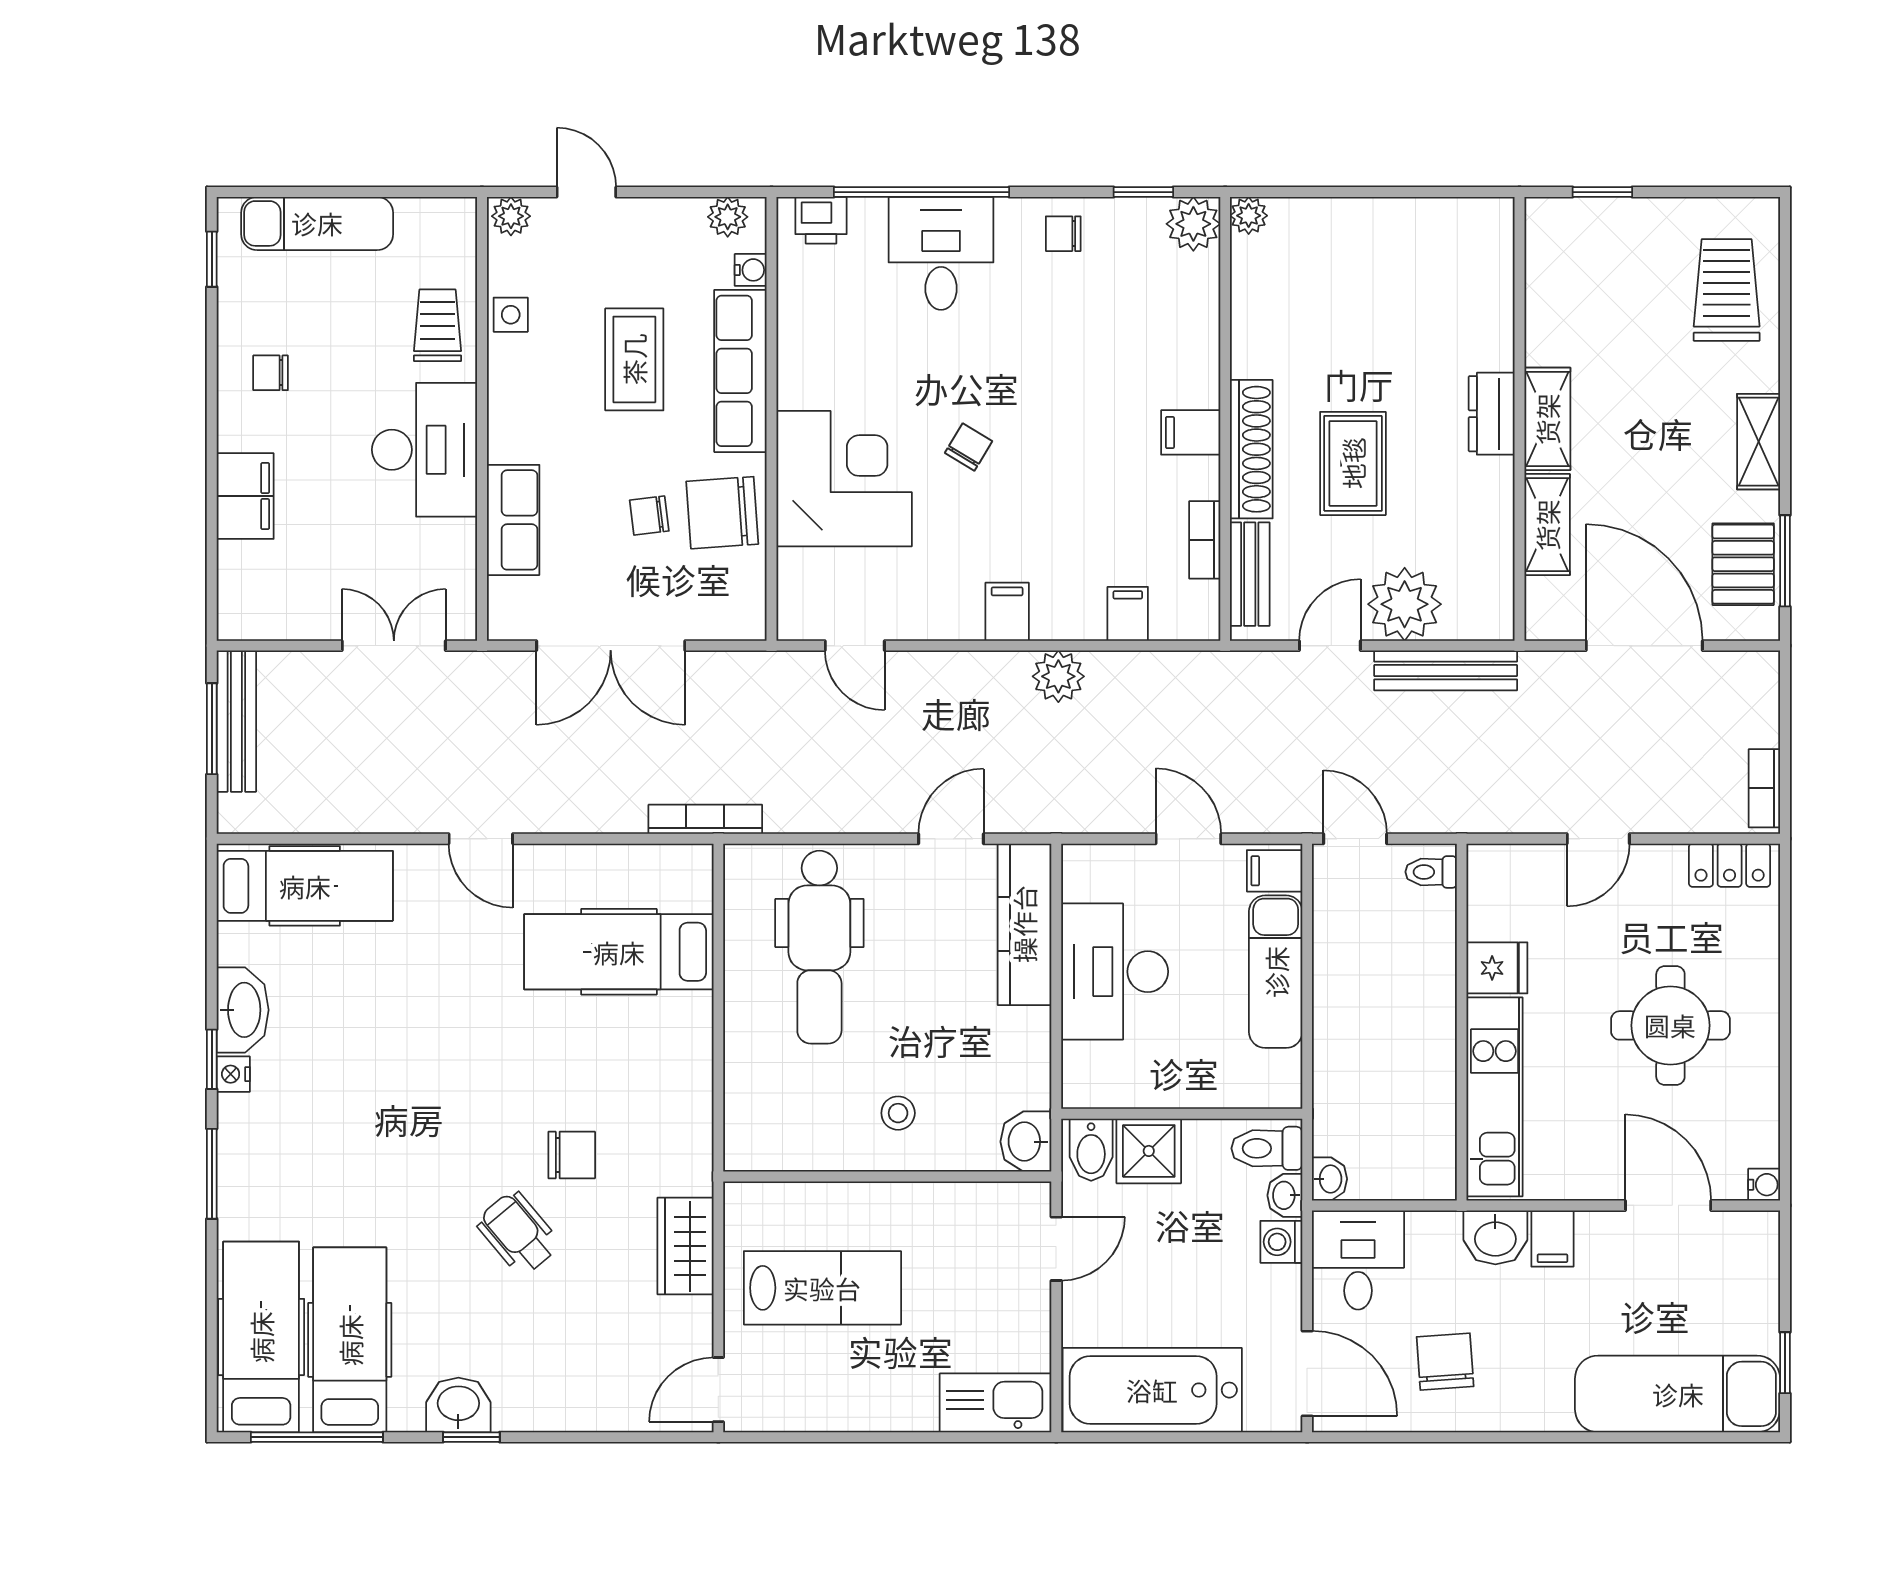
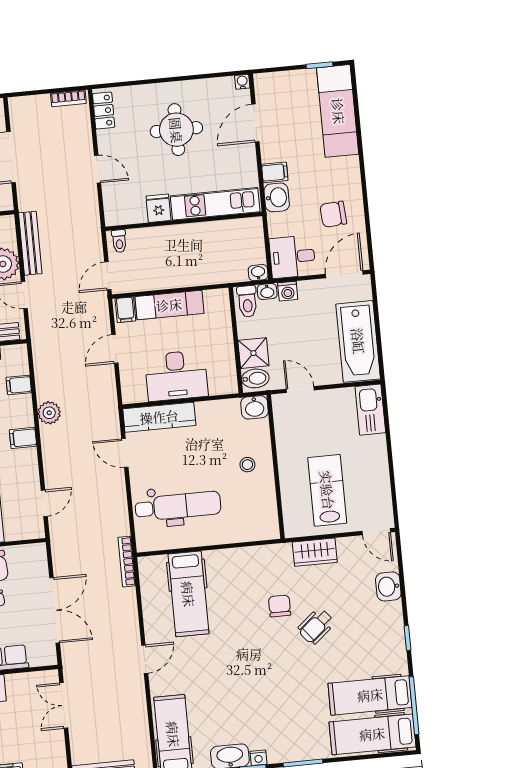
washbasin: (458, 1405) -> (388, 586), moved

